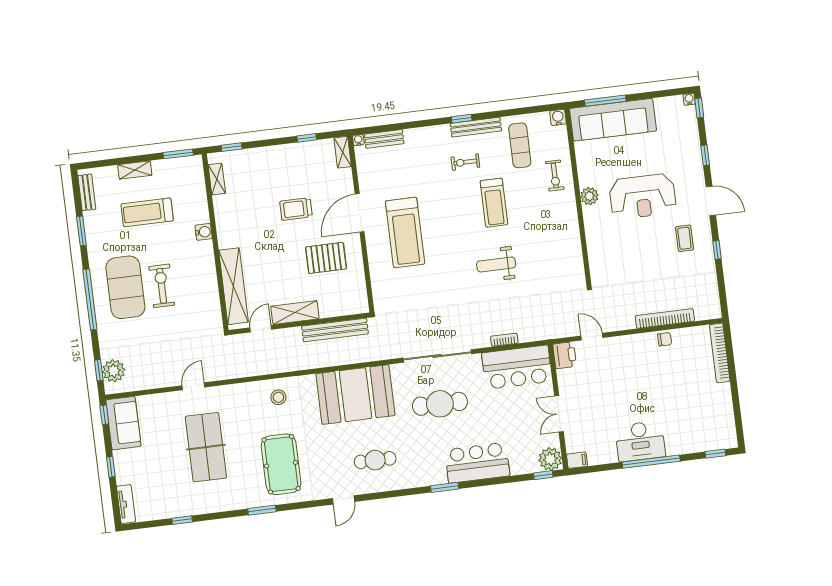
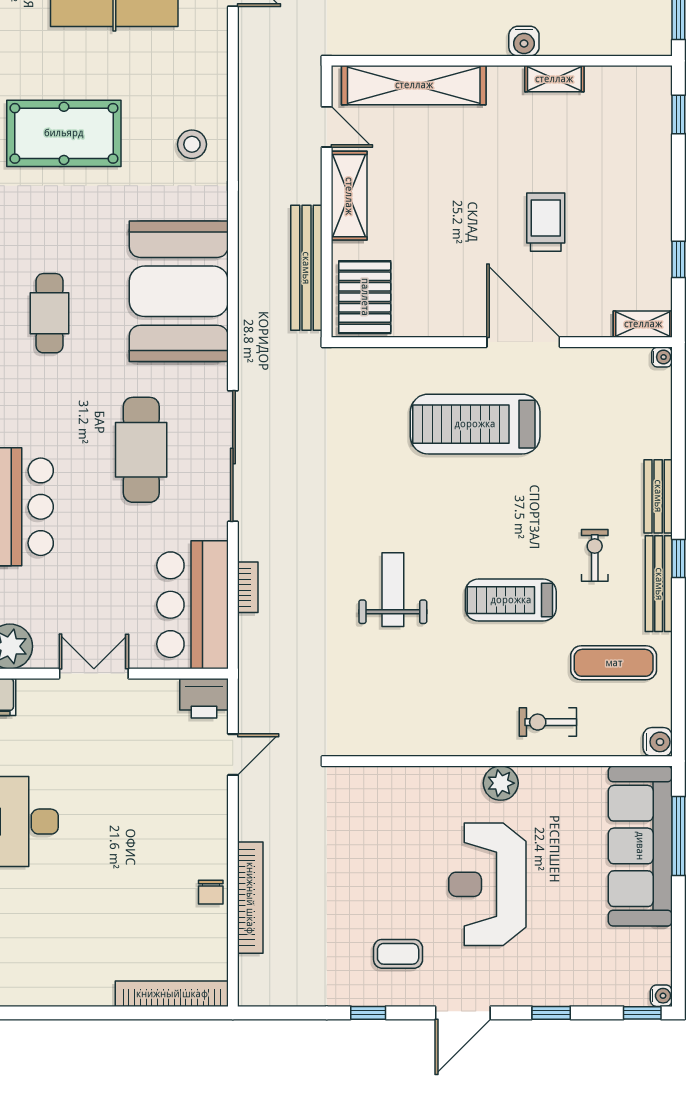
bench: (384, 139) -> (658, 496), moved
shelving: (217, 179) -> (554, 79), moved
pallet: (326, 258) -> (365, 297), moved

